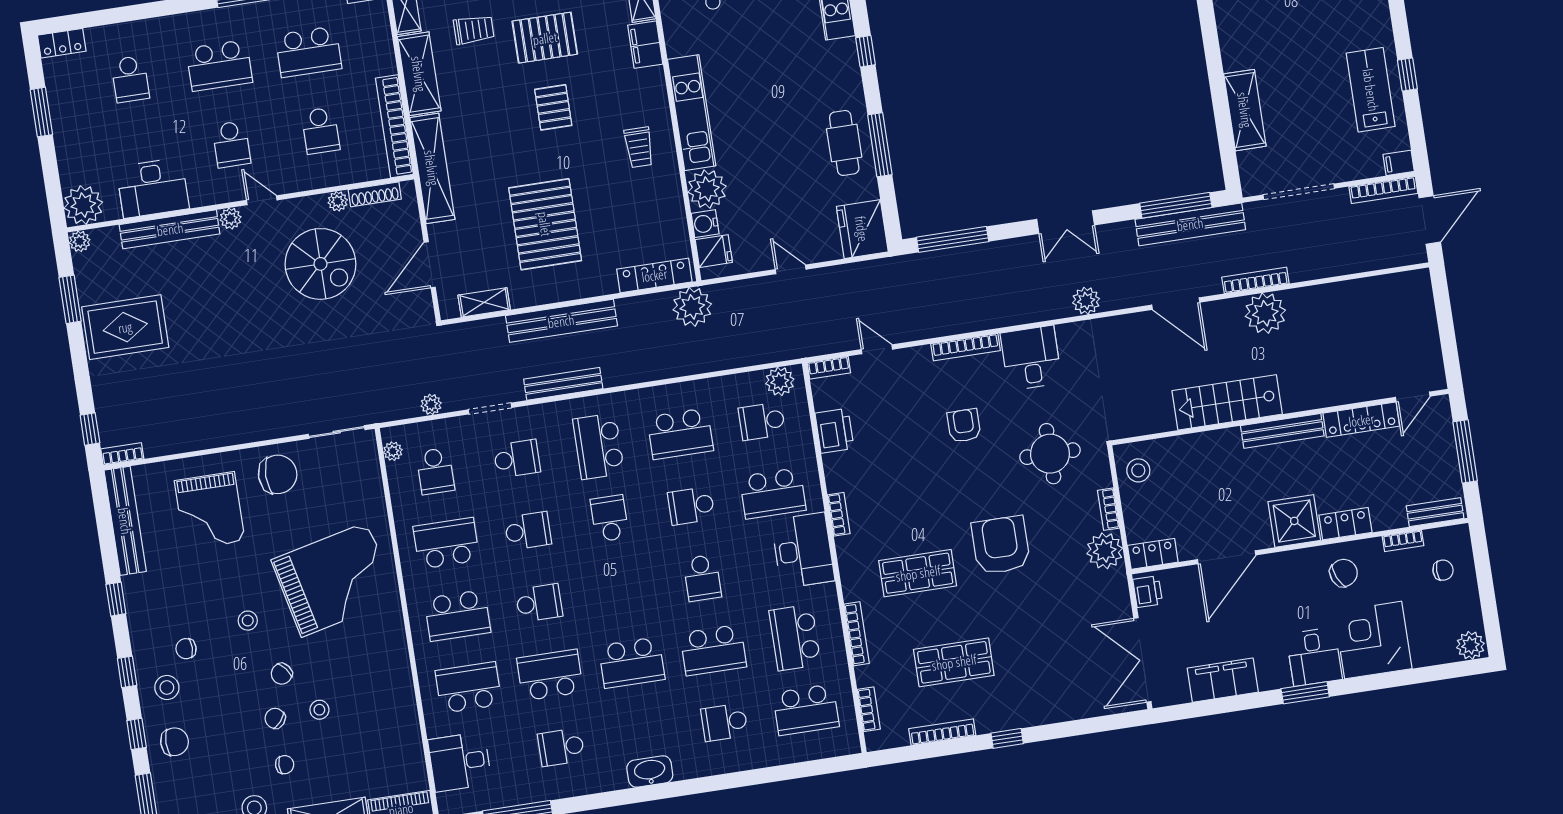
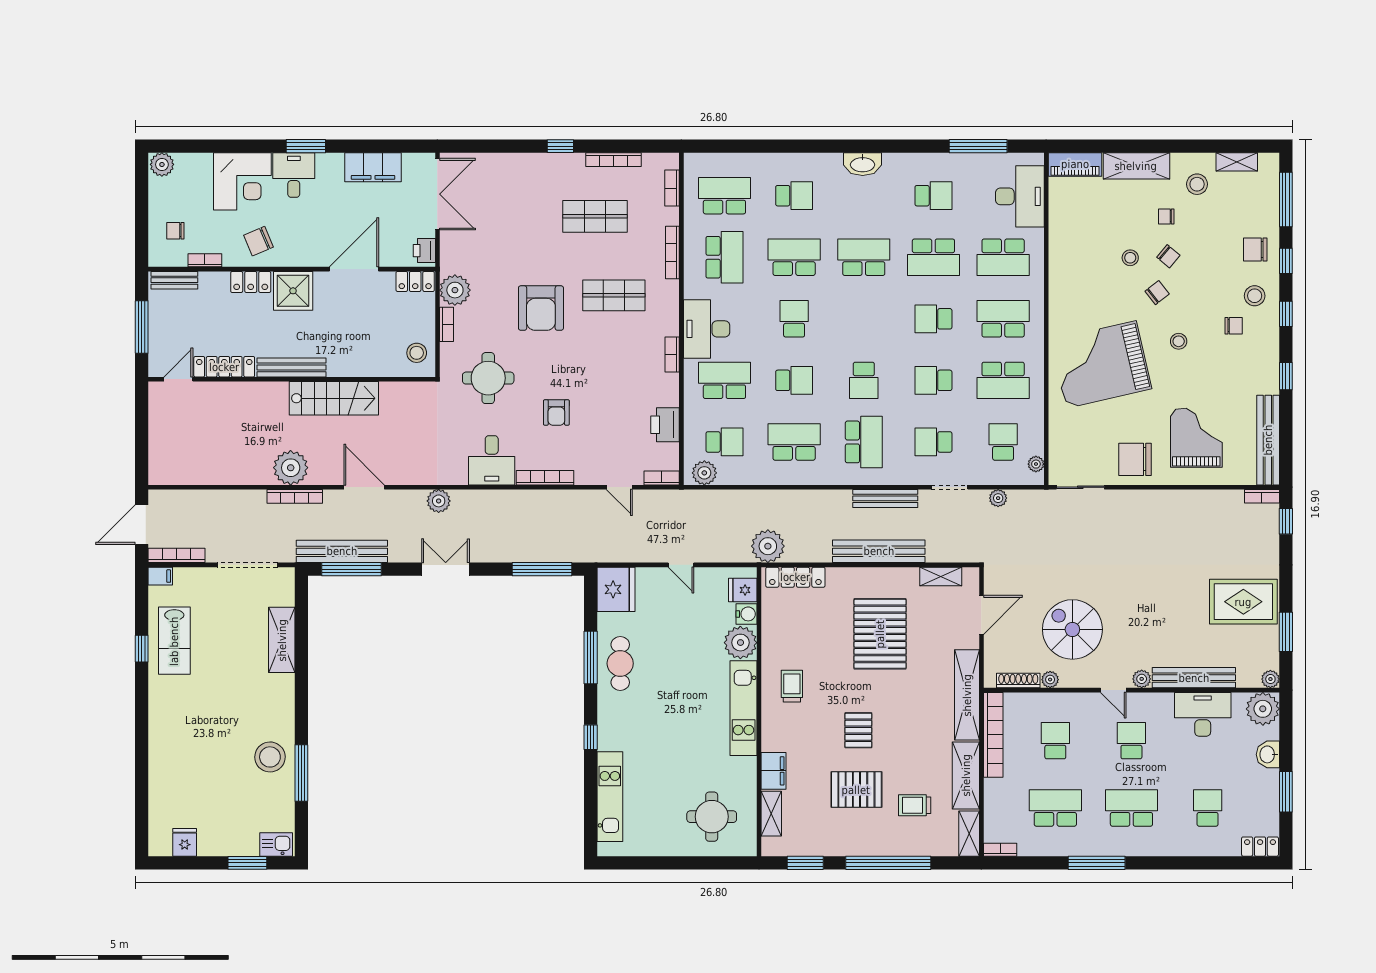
washbasin: (69, 153) -> (1268, 754), added
desk: (460, 762) -> (1020, 196), width x1.37

